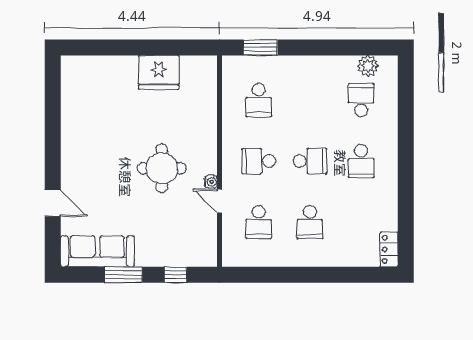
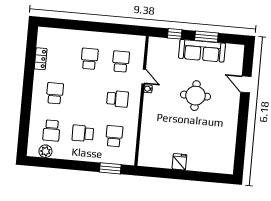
fridge: (159, 72) -> (179, 162), width x0.53, depth x0.75
school desk: (310, 161) -> (83, 133), moved
round table: (162, 168) -> (196, 96), moved
locker: (389, 249) -> (41, 59), moved
sofa: (97, 251) -> (202, 51), moved

